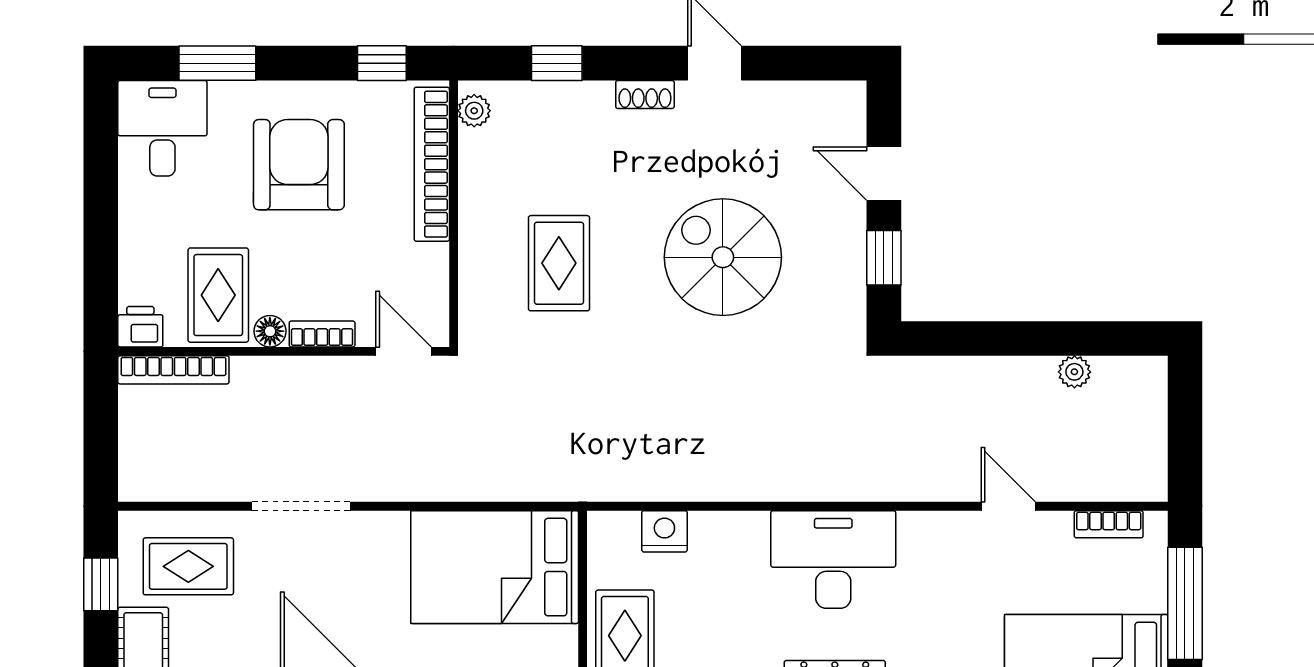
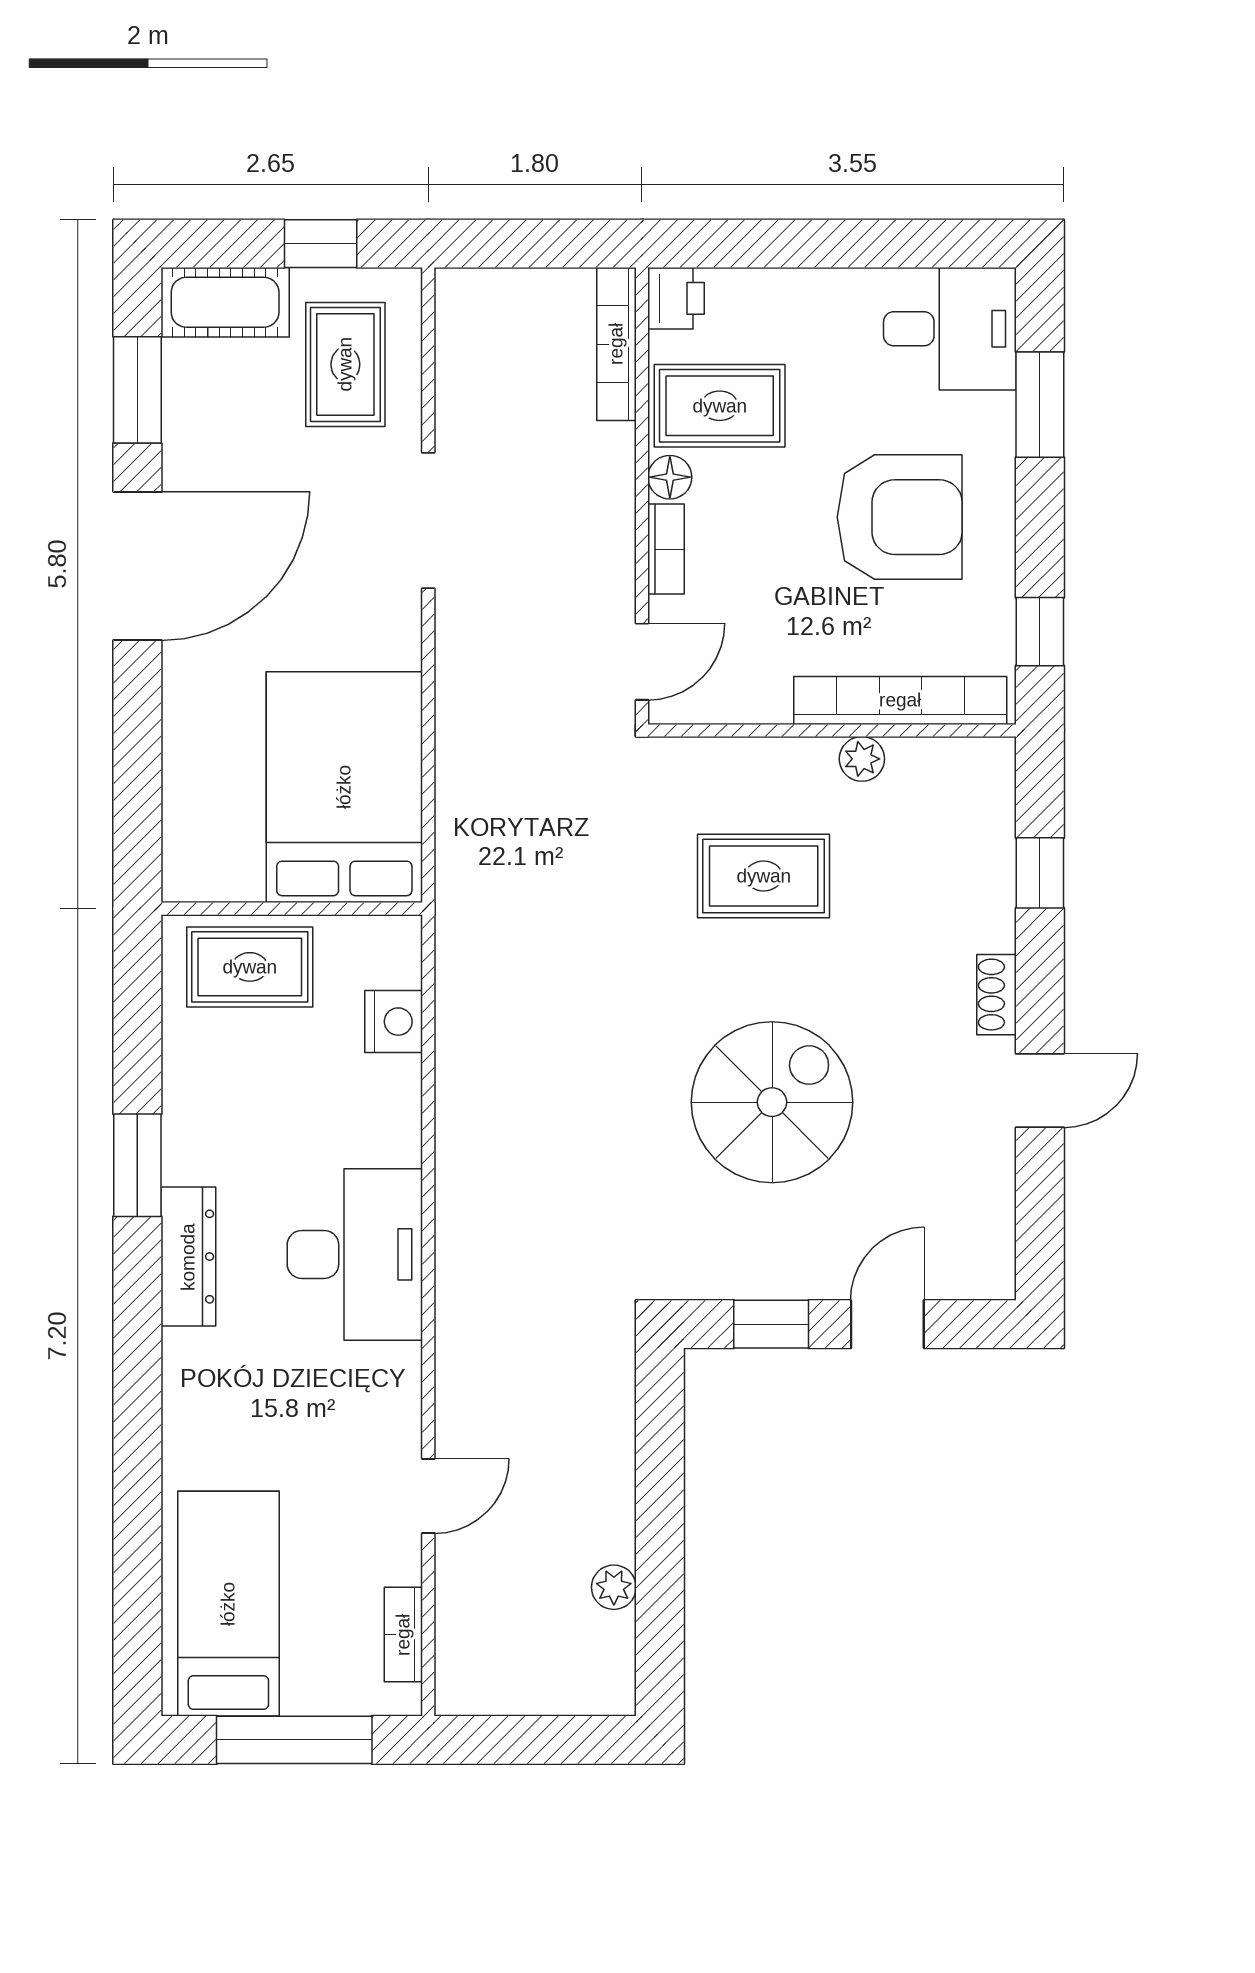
plant: (474, 111) -> (862, 759), moved

